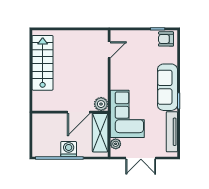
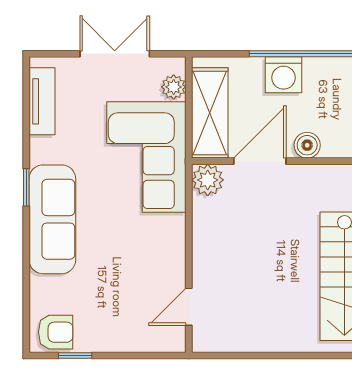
boiler: (59, 119) -> (307, 145), added
tv unit: (172, 132) -> (42, 101), width x0.71

